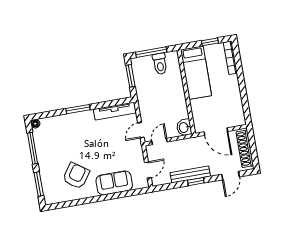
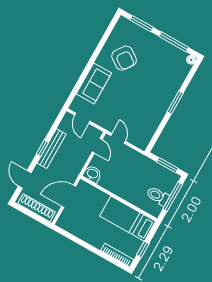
tv unit: (115, 111) -> (150, 130), removed

